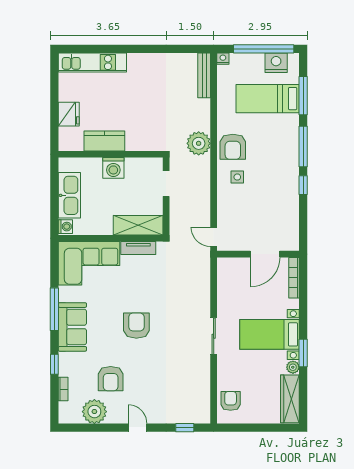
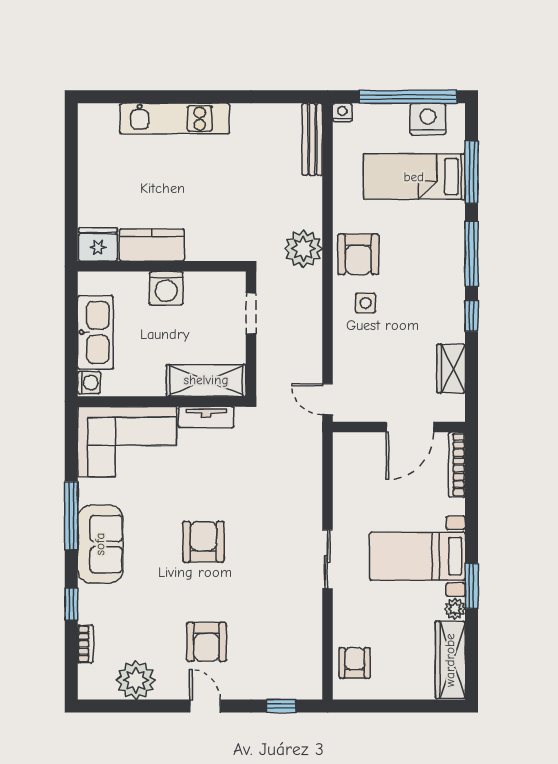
kitchen unit: (92, 62) -> (175, 119), moved
fridge: (69, 114) -> (98, 245), moved, turned -90
wardrobe: (290, 218) -> (451, 369), added
armchair: (111, 379) -> (207, 642), moved

